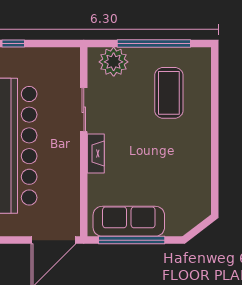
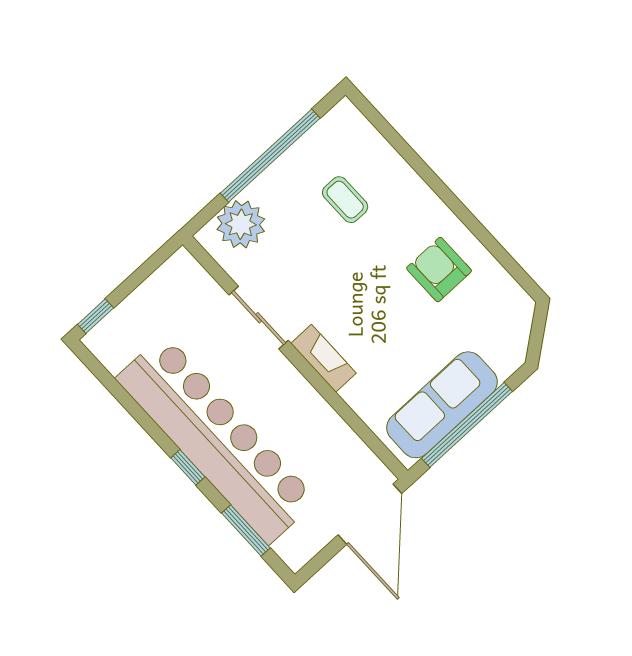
coffee table: (169, 93) -> (345, 200), width x0.54, depth x0.58
armchair: (182, 161) -> (439, 270), added

